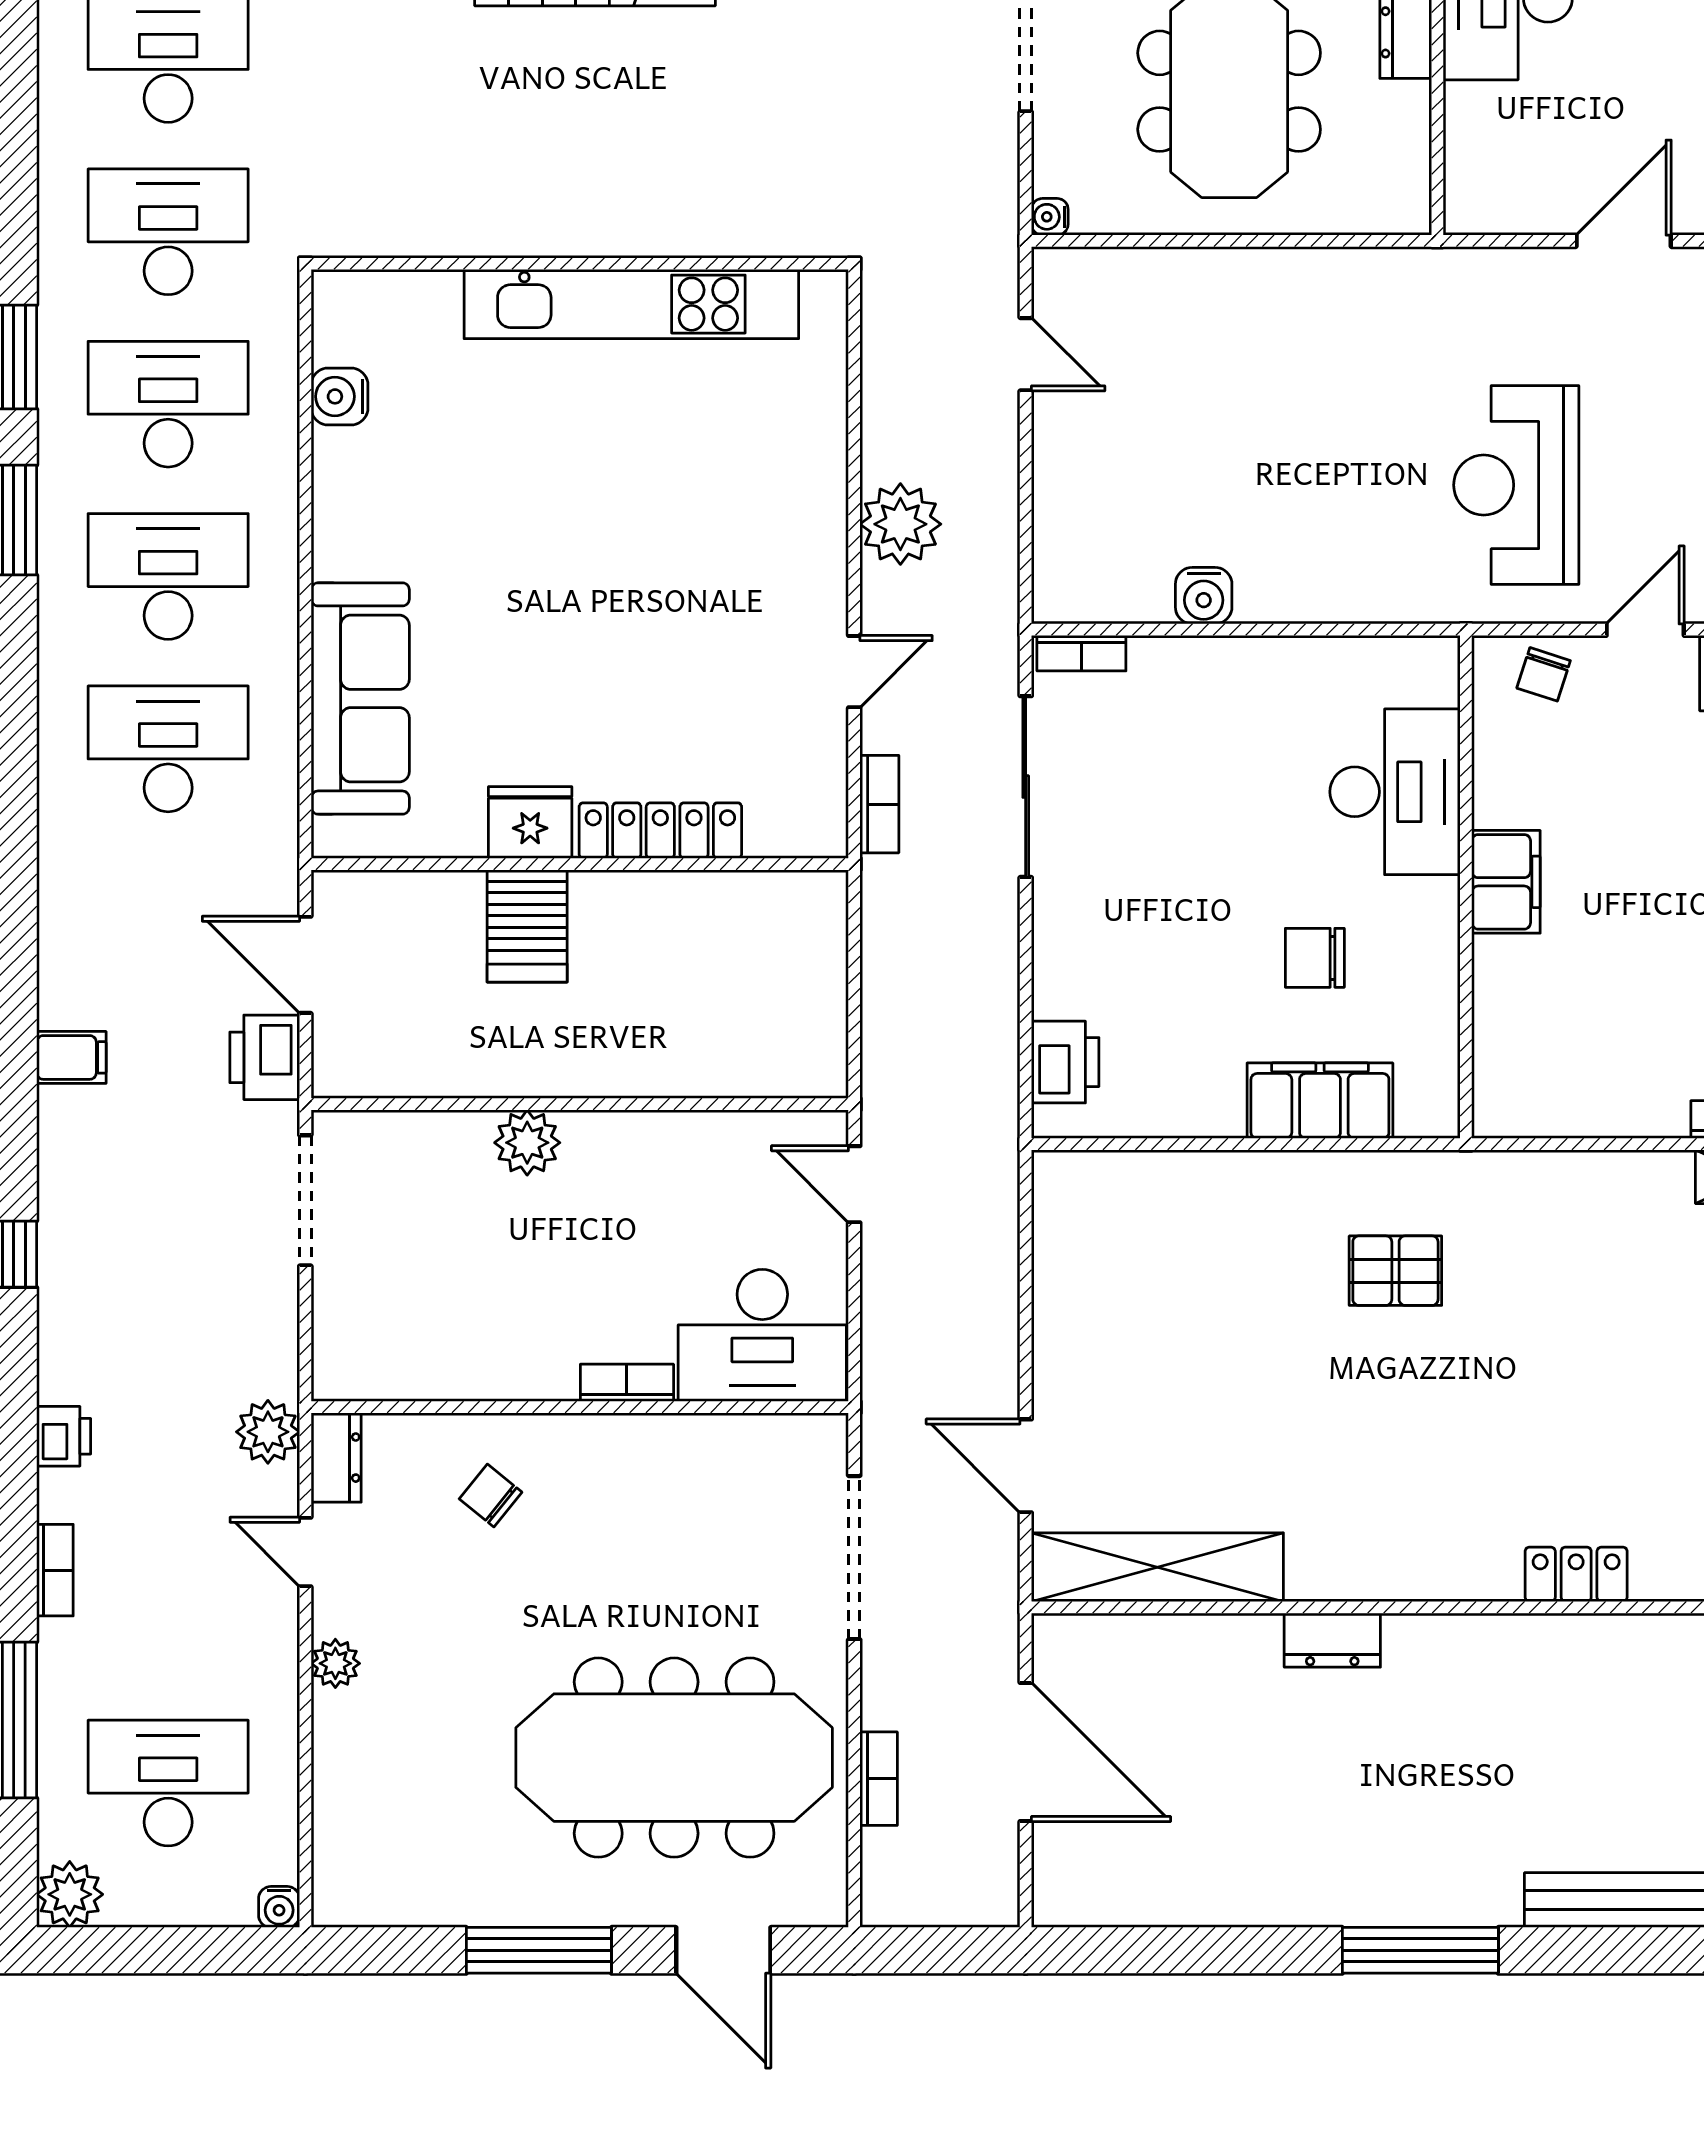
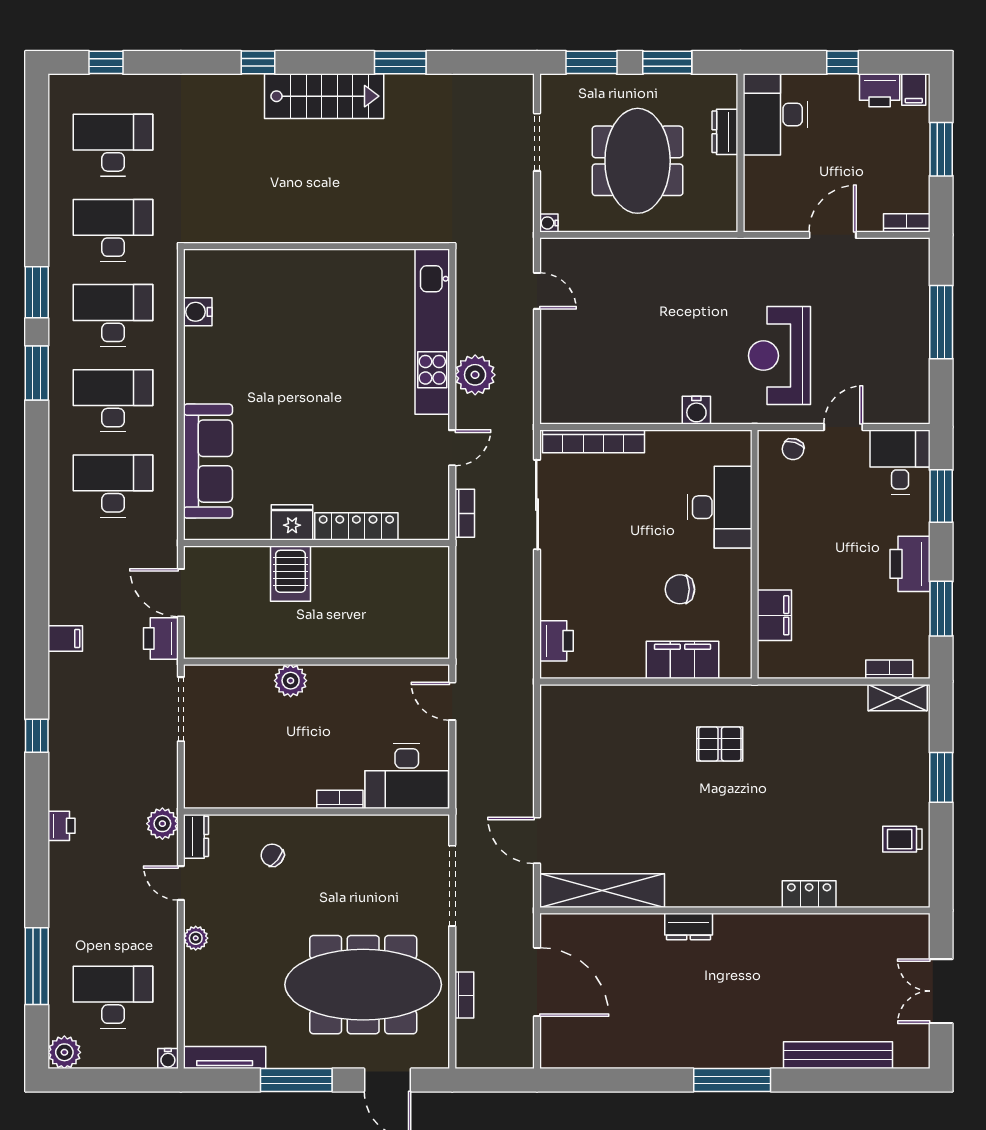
kitchen unit: (631, 304) -> (432, 332), moved, turned 90
water cooler: (1204, 596) -> (696, 410), moved
bookcase: (1081, 653) -> (593, 441), width x2.31, depth x1.31
filing cabinet: (1506, 882) -> (774, 615), moved
bookcase: (55, 1570) -> (57, 892), removed
tv unit: (394, 1905) -> (225, 1058), added

